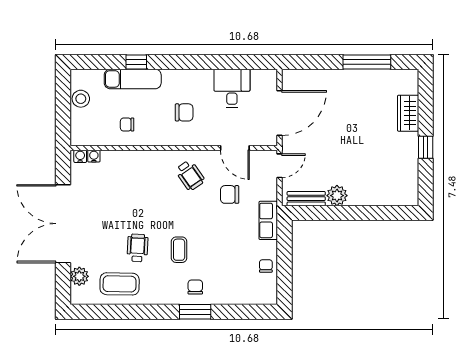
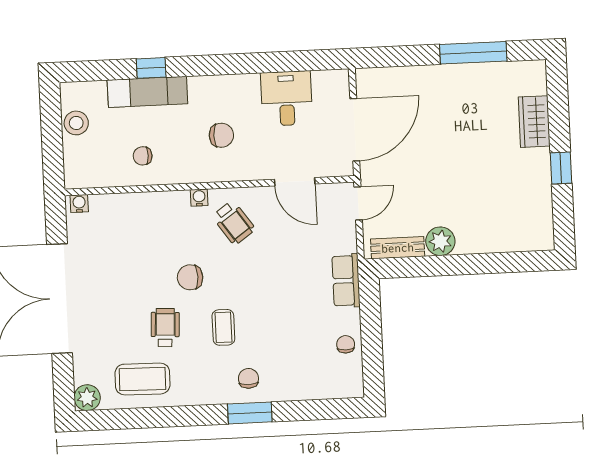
water cooler: (94, 156) -> (199, 198), moved
chair: (230, 194) -> (190, 277), moved
plant: (79, 276) -> (87, 398), moved

